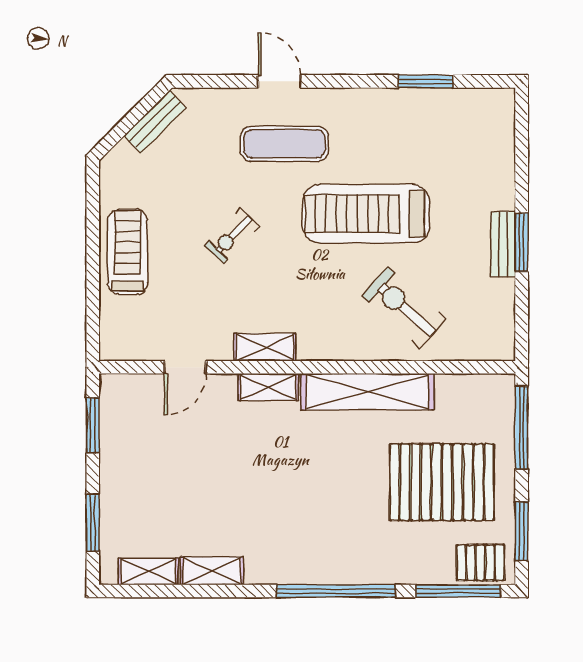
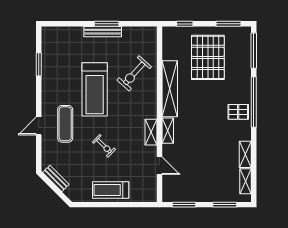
bench: (503, 244) -> (103, 32), width x1.36
window: (522, 427) -> (185, 24), width x0.46
pallet: (480, 563) -> (238, 112), moved, turned 90

